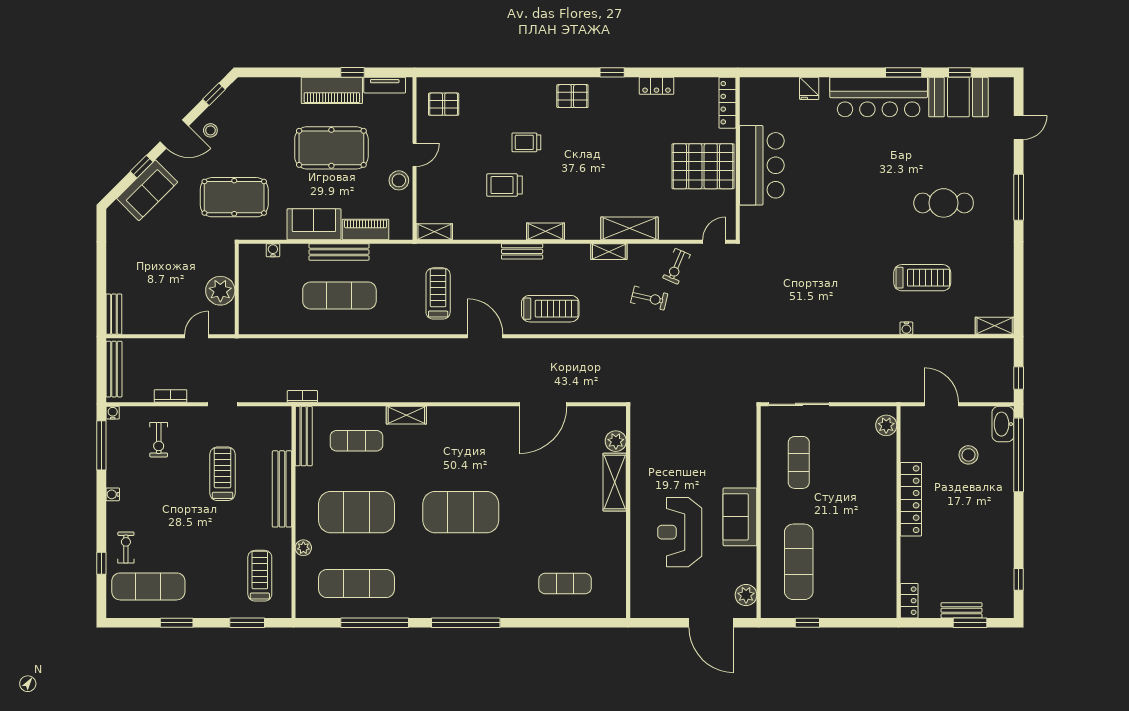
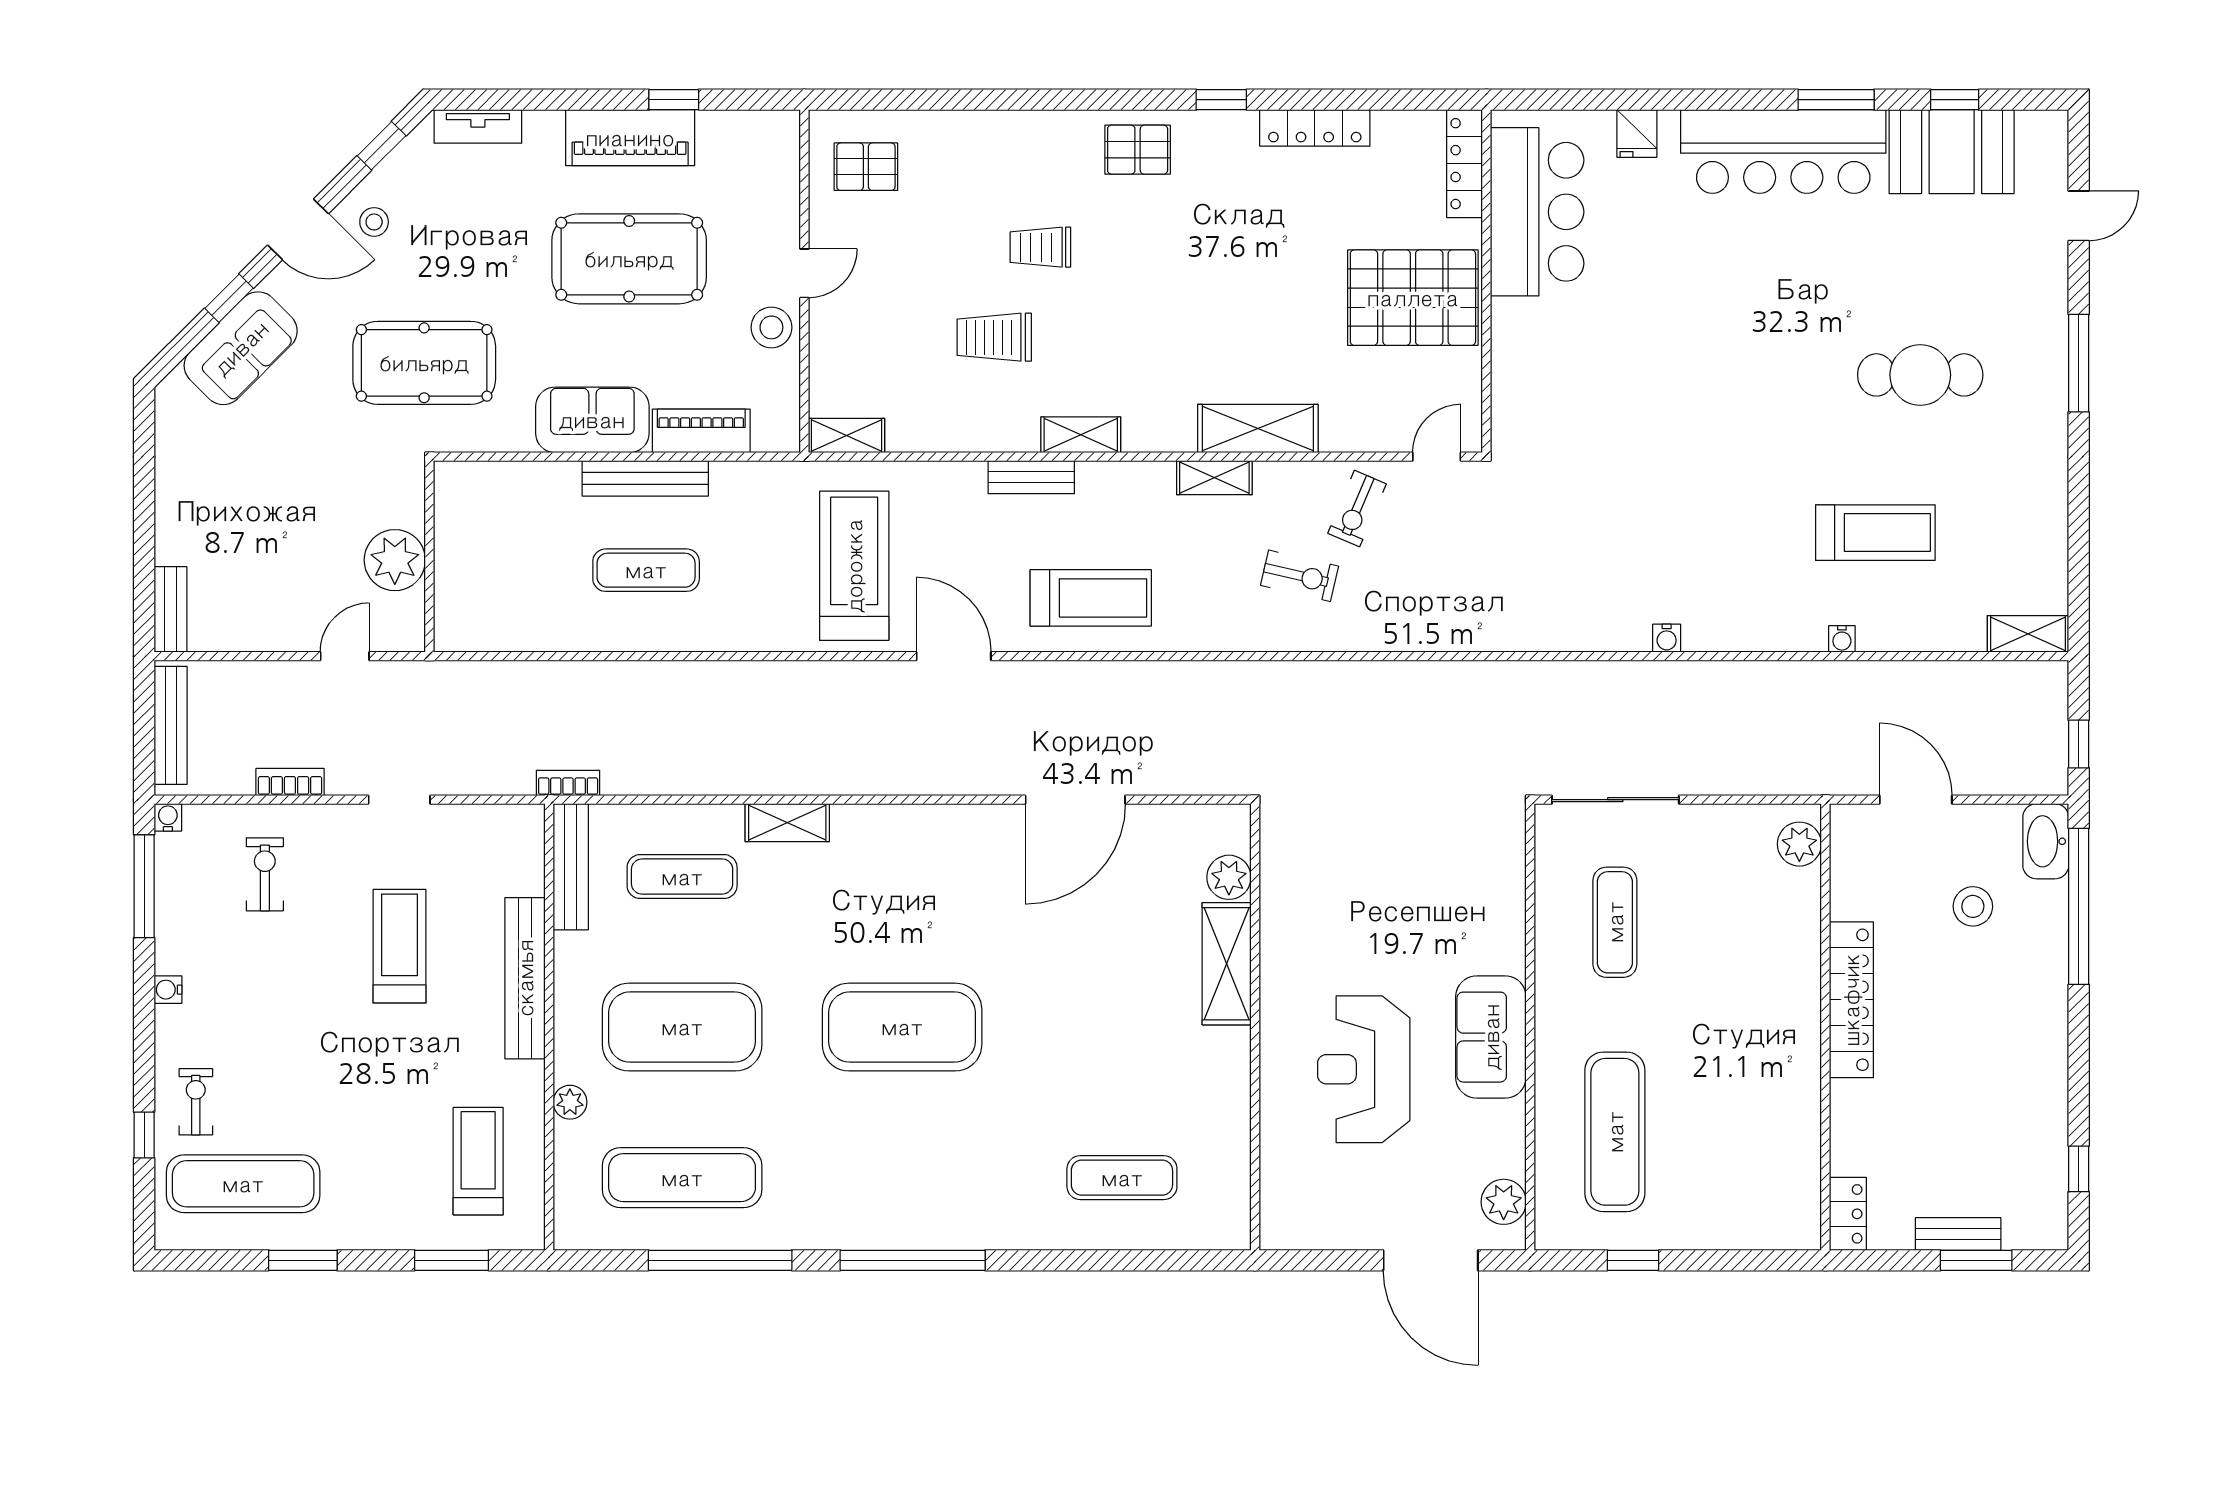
tv unit: (385, 85) -> (478, 126), moved
locker: (656, 86) -> (1315, 128), width x1.53
bar counter: (762, 165) -> (1537, 212), moved
water cooler: (273, 250) -> (1667, 638), moved, turned 180
treadmill: (438, 293) -> (854, 566), width x1.37, depth x1.38
exercise mat: (339, 295) -> (646, 570), width x0.73, depth x0.69
exercise bike: (159, 440) -> (265, 874), turned 180

